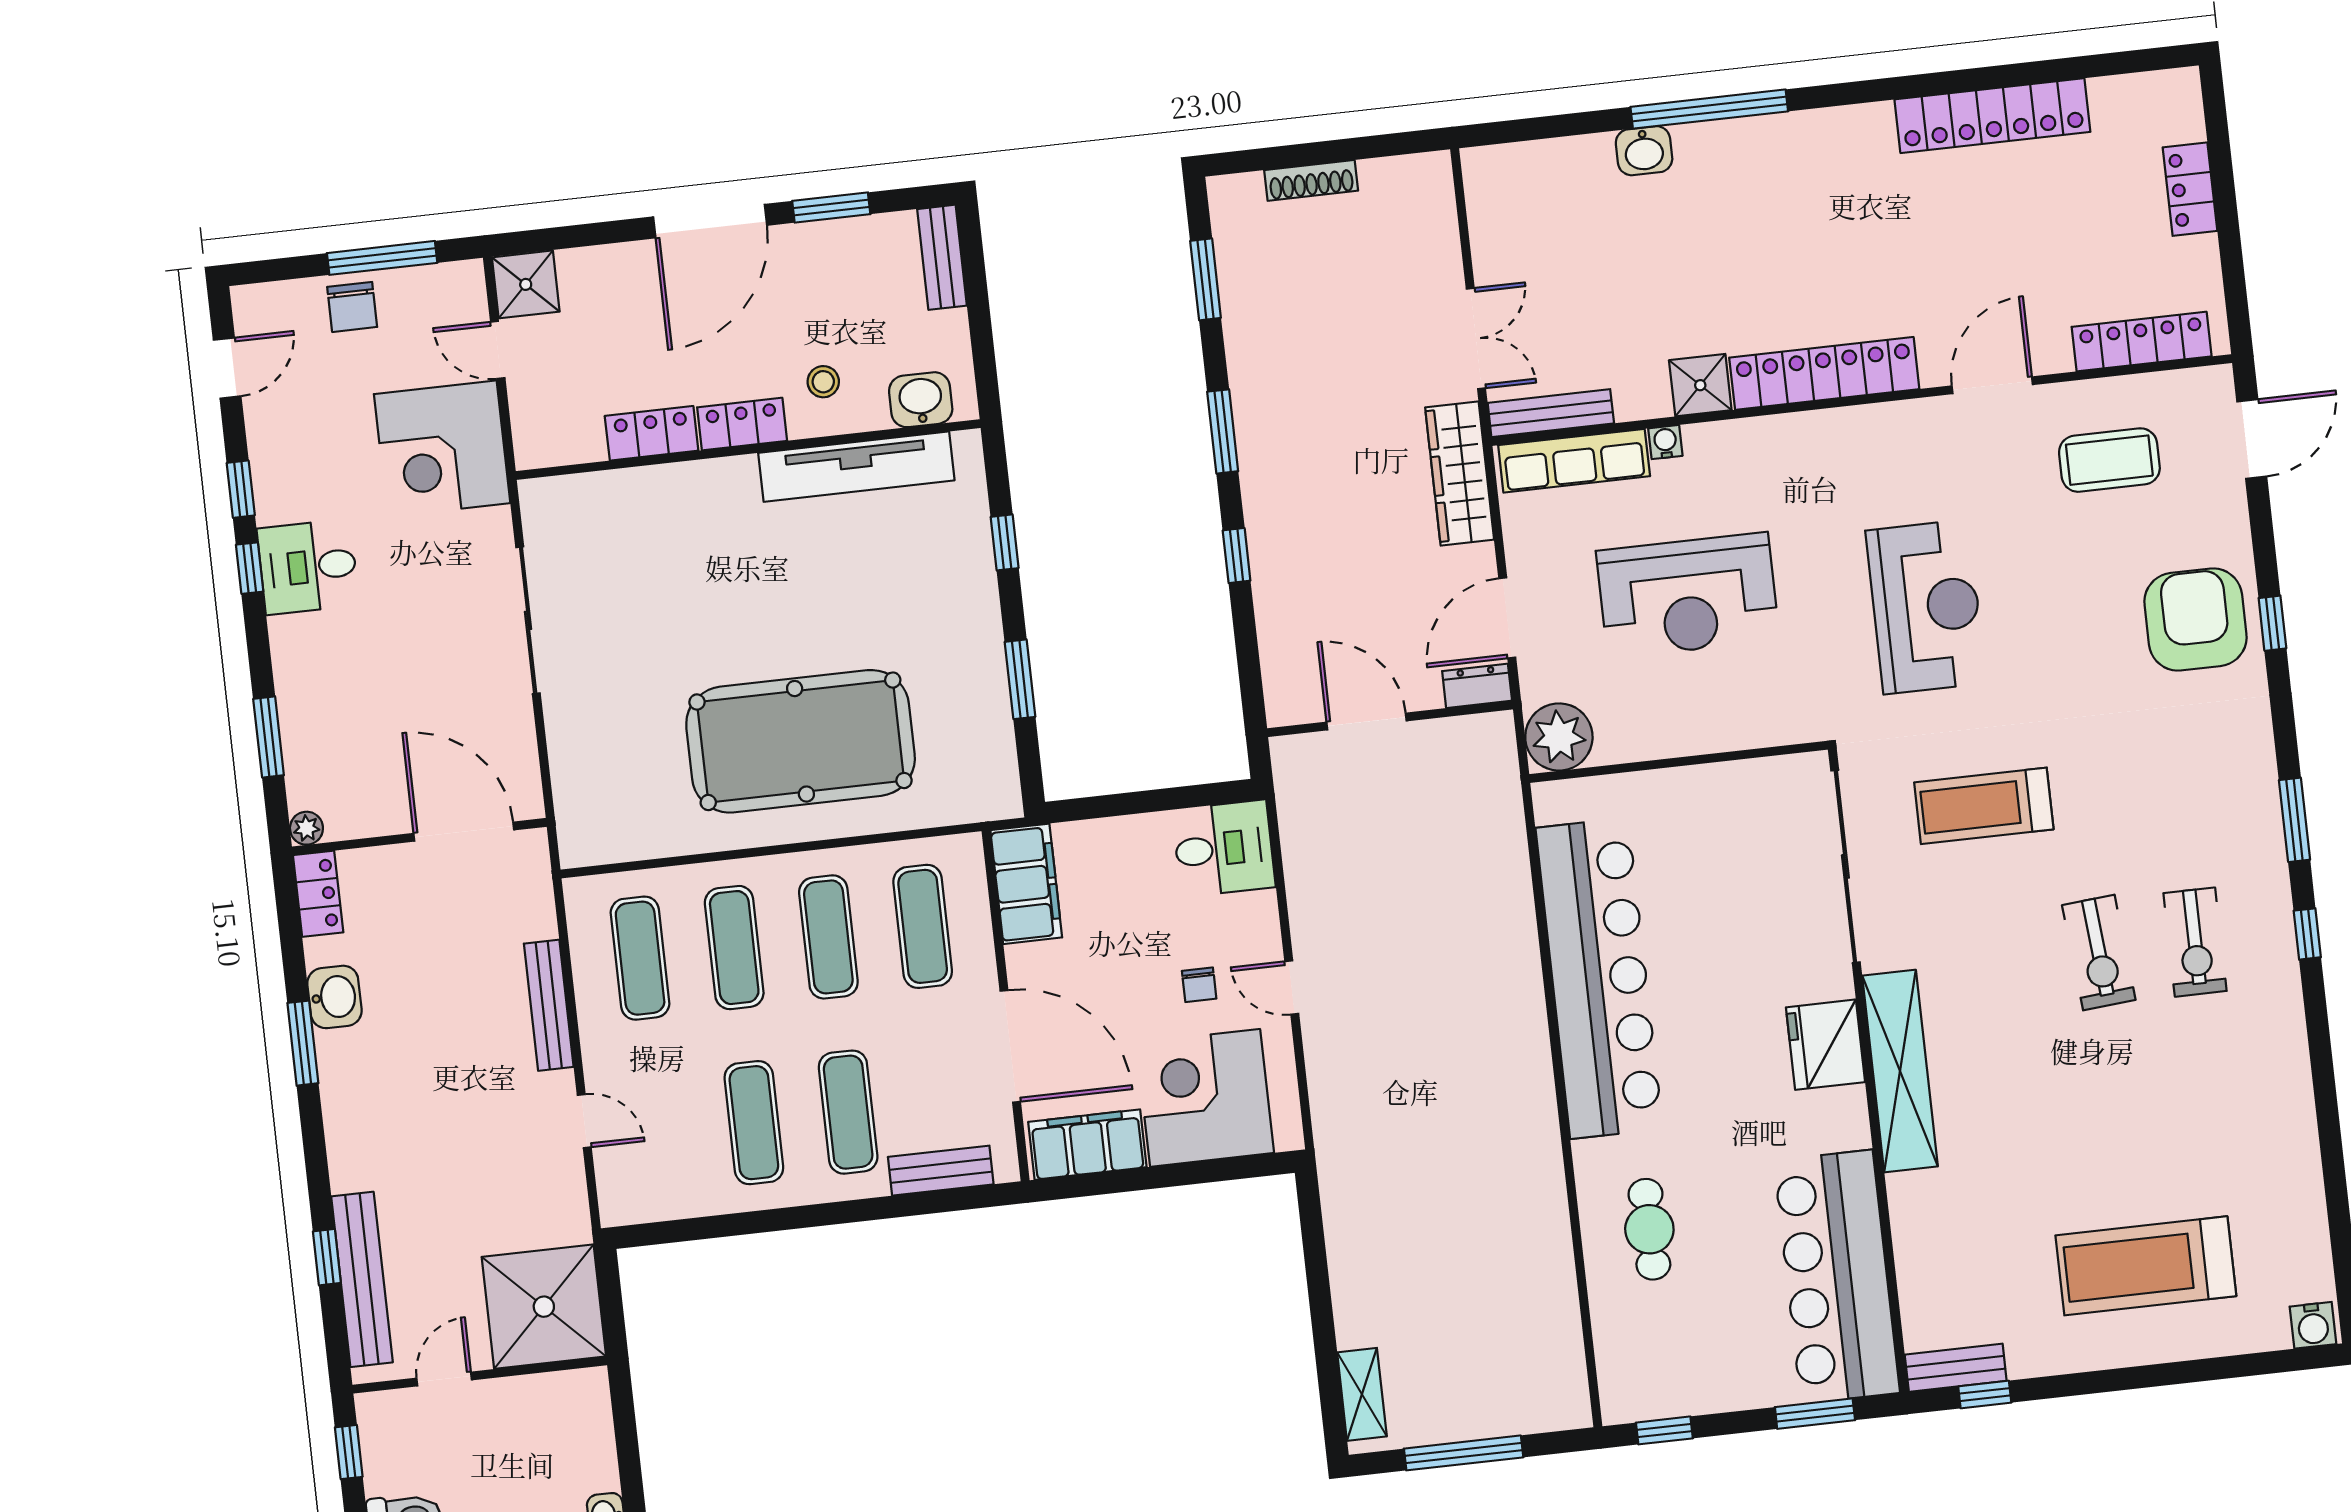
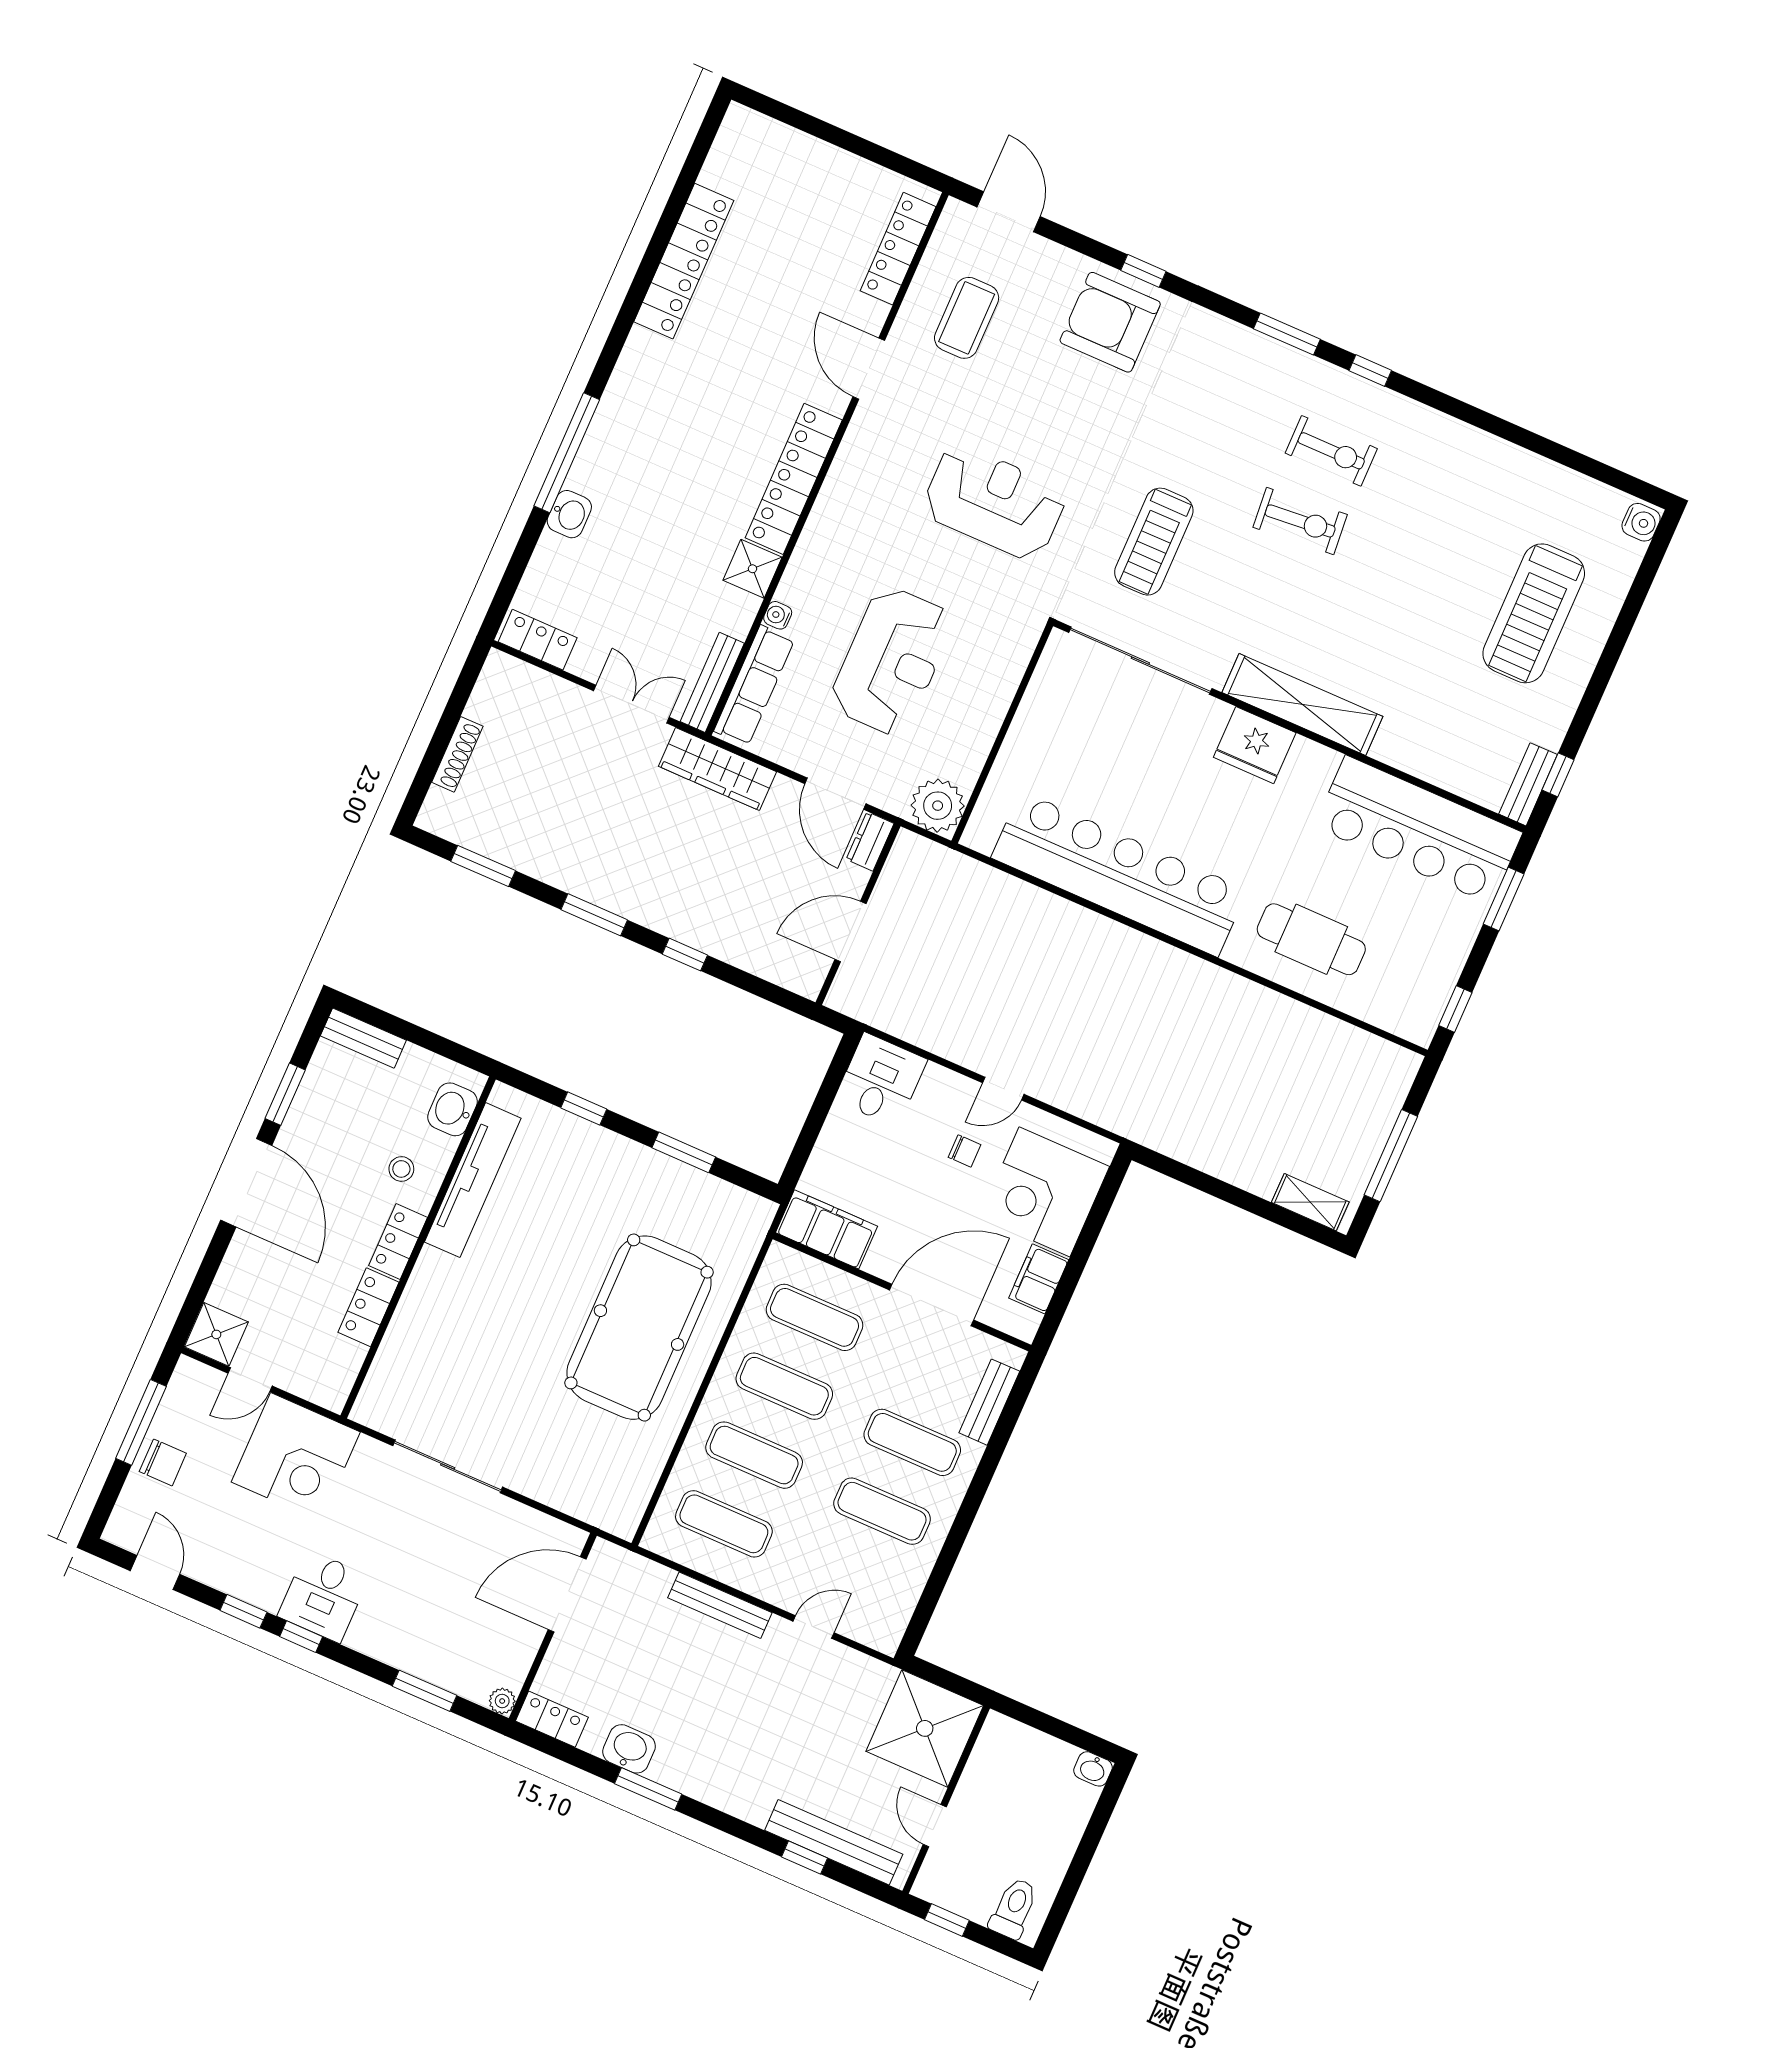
locker: (2190, 189) -> (538, 640), moved, turned 180
filing cabinet: (1087, 1145) -> (1039, 1279), width x0.67, depth x0.86
cafe table: (1649, 1229) -> (1311, 939), width x1.37, depth x1.35

